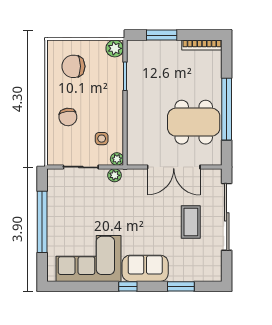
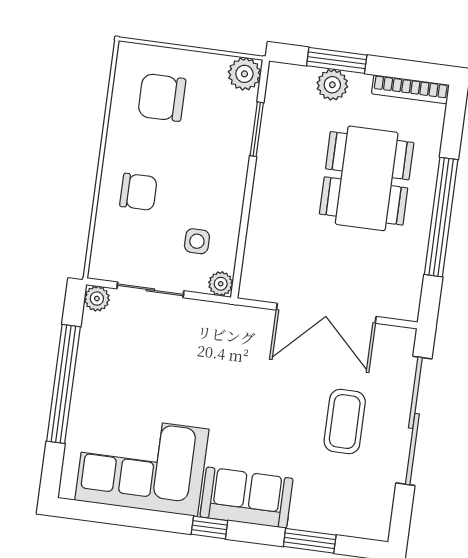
plant: (161, 48) -> (332, 85), added
chair: (68, 117) -> (138, 192), turned -83
dining table: (194, 122) -> (367, 178), moved, turned 90
plant: (115, 175) -> (97, 299), moved

